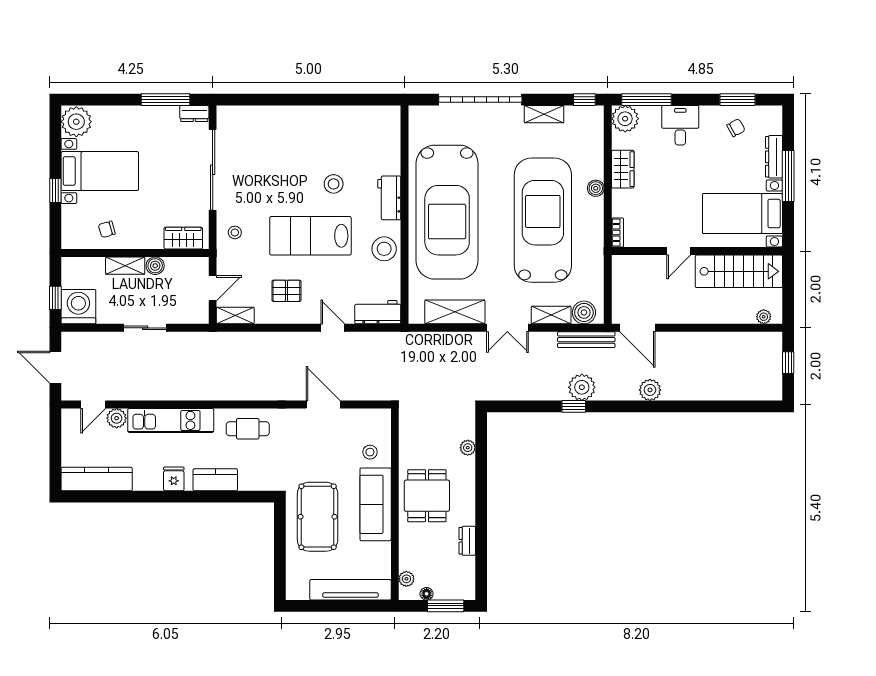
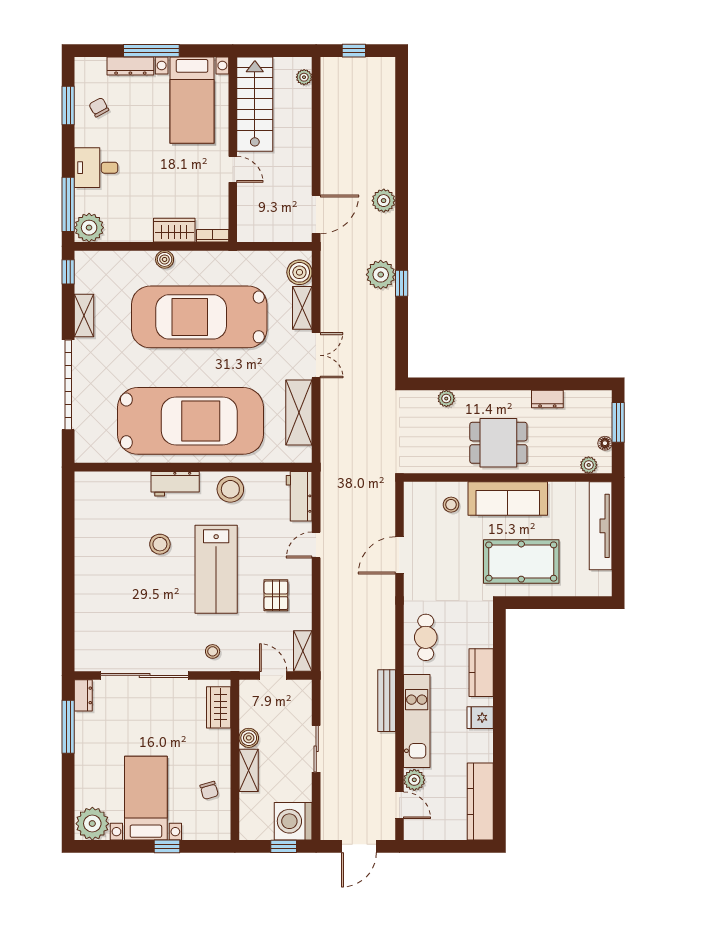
wardrobe: (623, 169) -> (174, 230), moved
bench: (586, 340) -> (387, 701), moved

